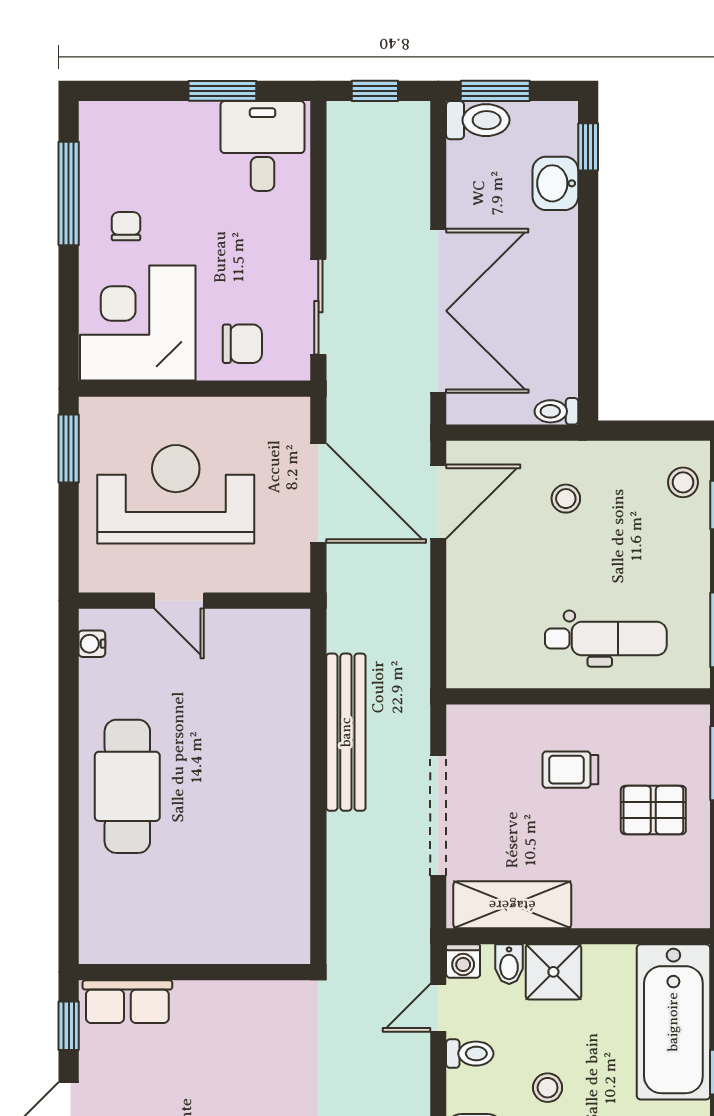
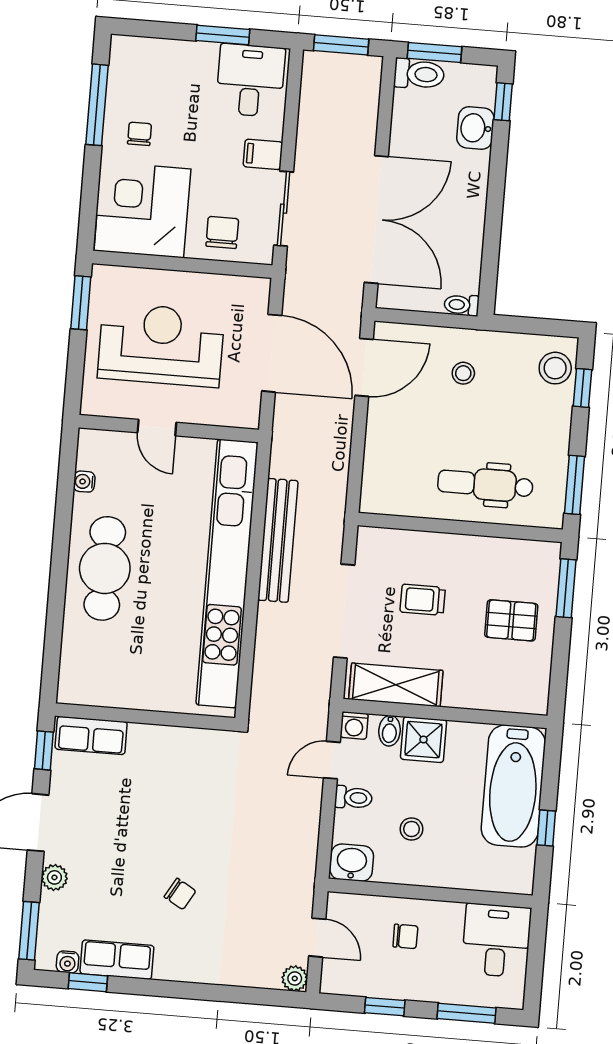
window: (375, 91) -> (341, 45), width x1.50
filing cabinet: (286, 239) -> (263, 154), added
chair: (242, 344) -> (222, 232), turned -90
stool: (683, 482) -> (555, 368), width x1.37, depth x1.37
dental chair: (606, 639) -> (485, 484), turned 180
water cooler: (92, 644) -> (84, 482), moved
trolley: (570, 770) -> (423, 600), moved
kitchen unit: (284, 780) -> (227, 574), added

